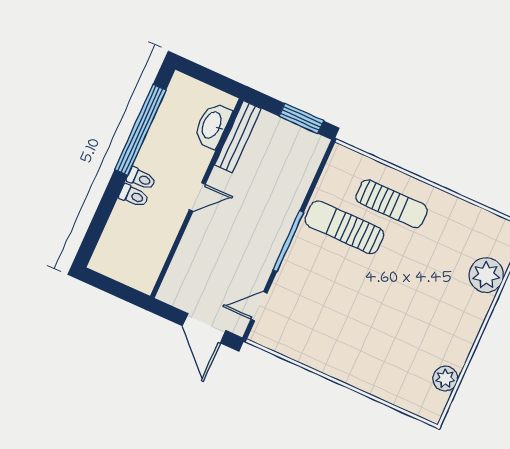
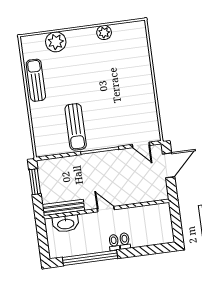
sun lounger: (392, 204) -> (36, 80), moved
plant: (445, 379) -> (104, 33), moved

